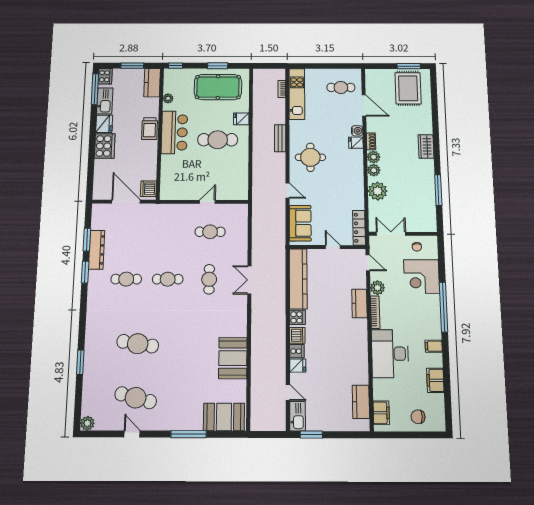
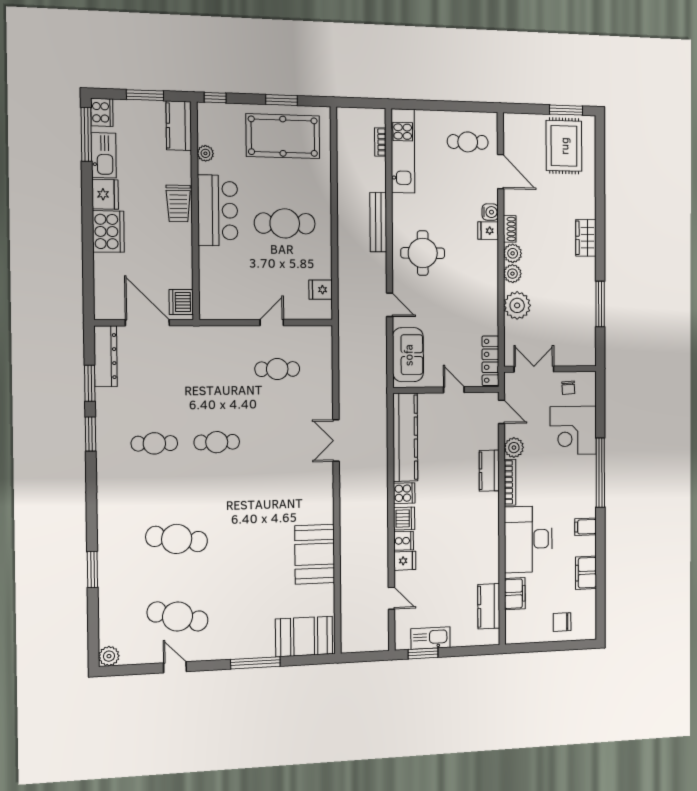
fridge: (241, 119) -> (321, 290), moved
bench: (280, 138) -> (378, 222), width x1.36
dresser: (97, 250) -> (106, 356), moved
cafe table: (209, 279) -> (278, 441), removed
filing cabinet: (381, 413) -> (515, 594), moved
kitchen sink: (298, 416) -> (430, 638), moved, turned -90

